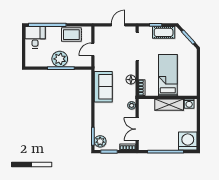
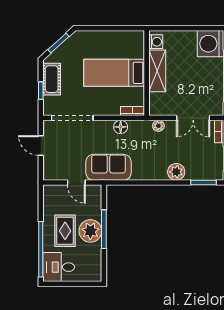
rug: (71, 35) -> (65, 231), moved
sofa: (103, 87) -> (109, 167), moved
plant: (100, 141) -> (176, 172), moved

